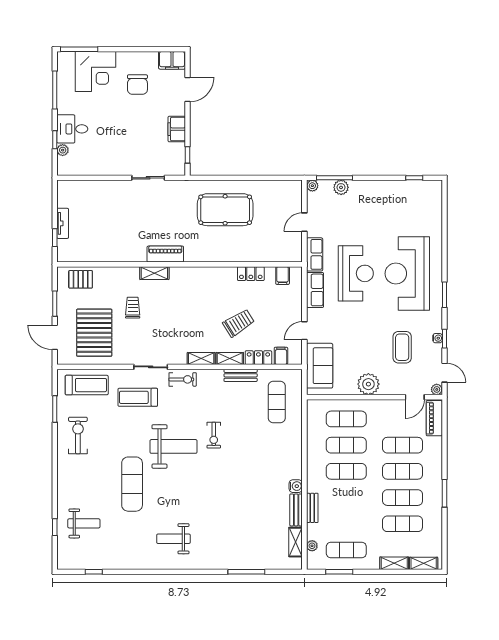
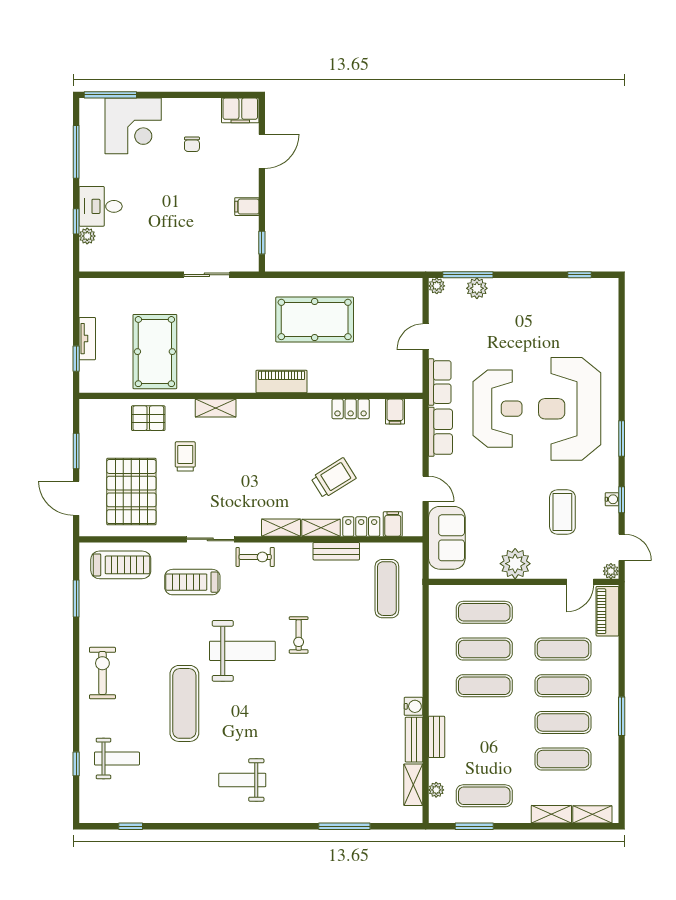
chair: (137, 85) -> (192, 144), width x0.54, depth x0.54
filing cabinet: (177, 129) -> (247, 207), width x0.50
pool table: (111, 233) -> (155, 352), added
piano: (165, 254) -> (282, 382), moved
pallet: (81, 279) -> (148, 418), moved
door: (304, 331) -> (426, 489), swing flipped
exercise bike: (78, 436) -> (102, 673), moved

